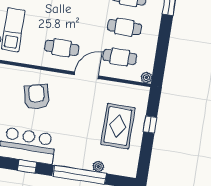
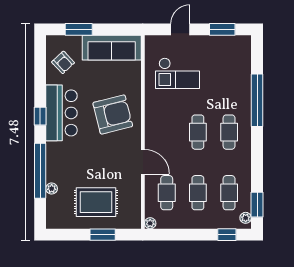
cafe table: (62, 48) -> (198, 132), moved
armchair: (37, 97) -> (113, 114), width x1.36, depth x1.36
window: (150, 125) -> (103, 235), width x1.50

